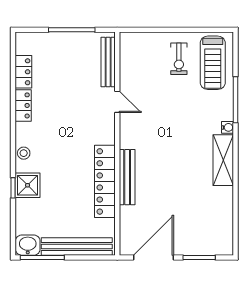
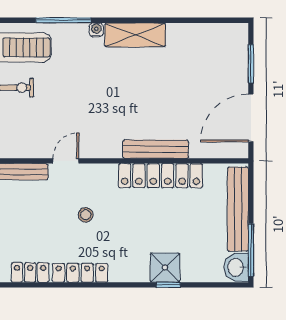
locker: (23, 105) -> (80, 273), width x1.53
stool: (24, 153) -> (86, 215), moved
door: (153, 257) -> (251, 118), hinge flipped

